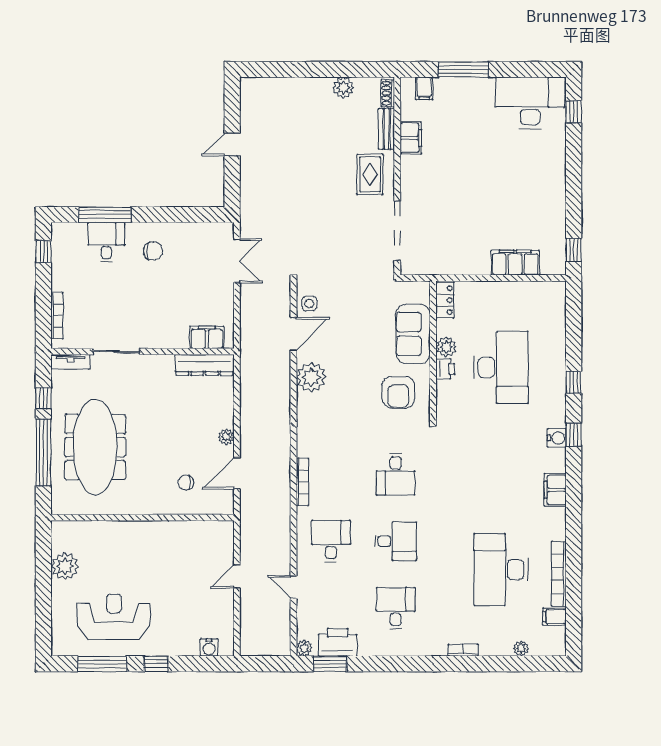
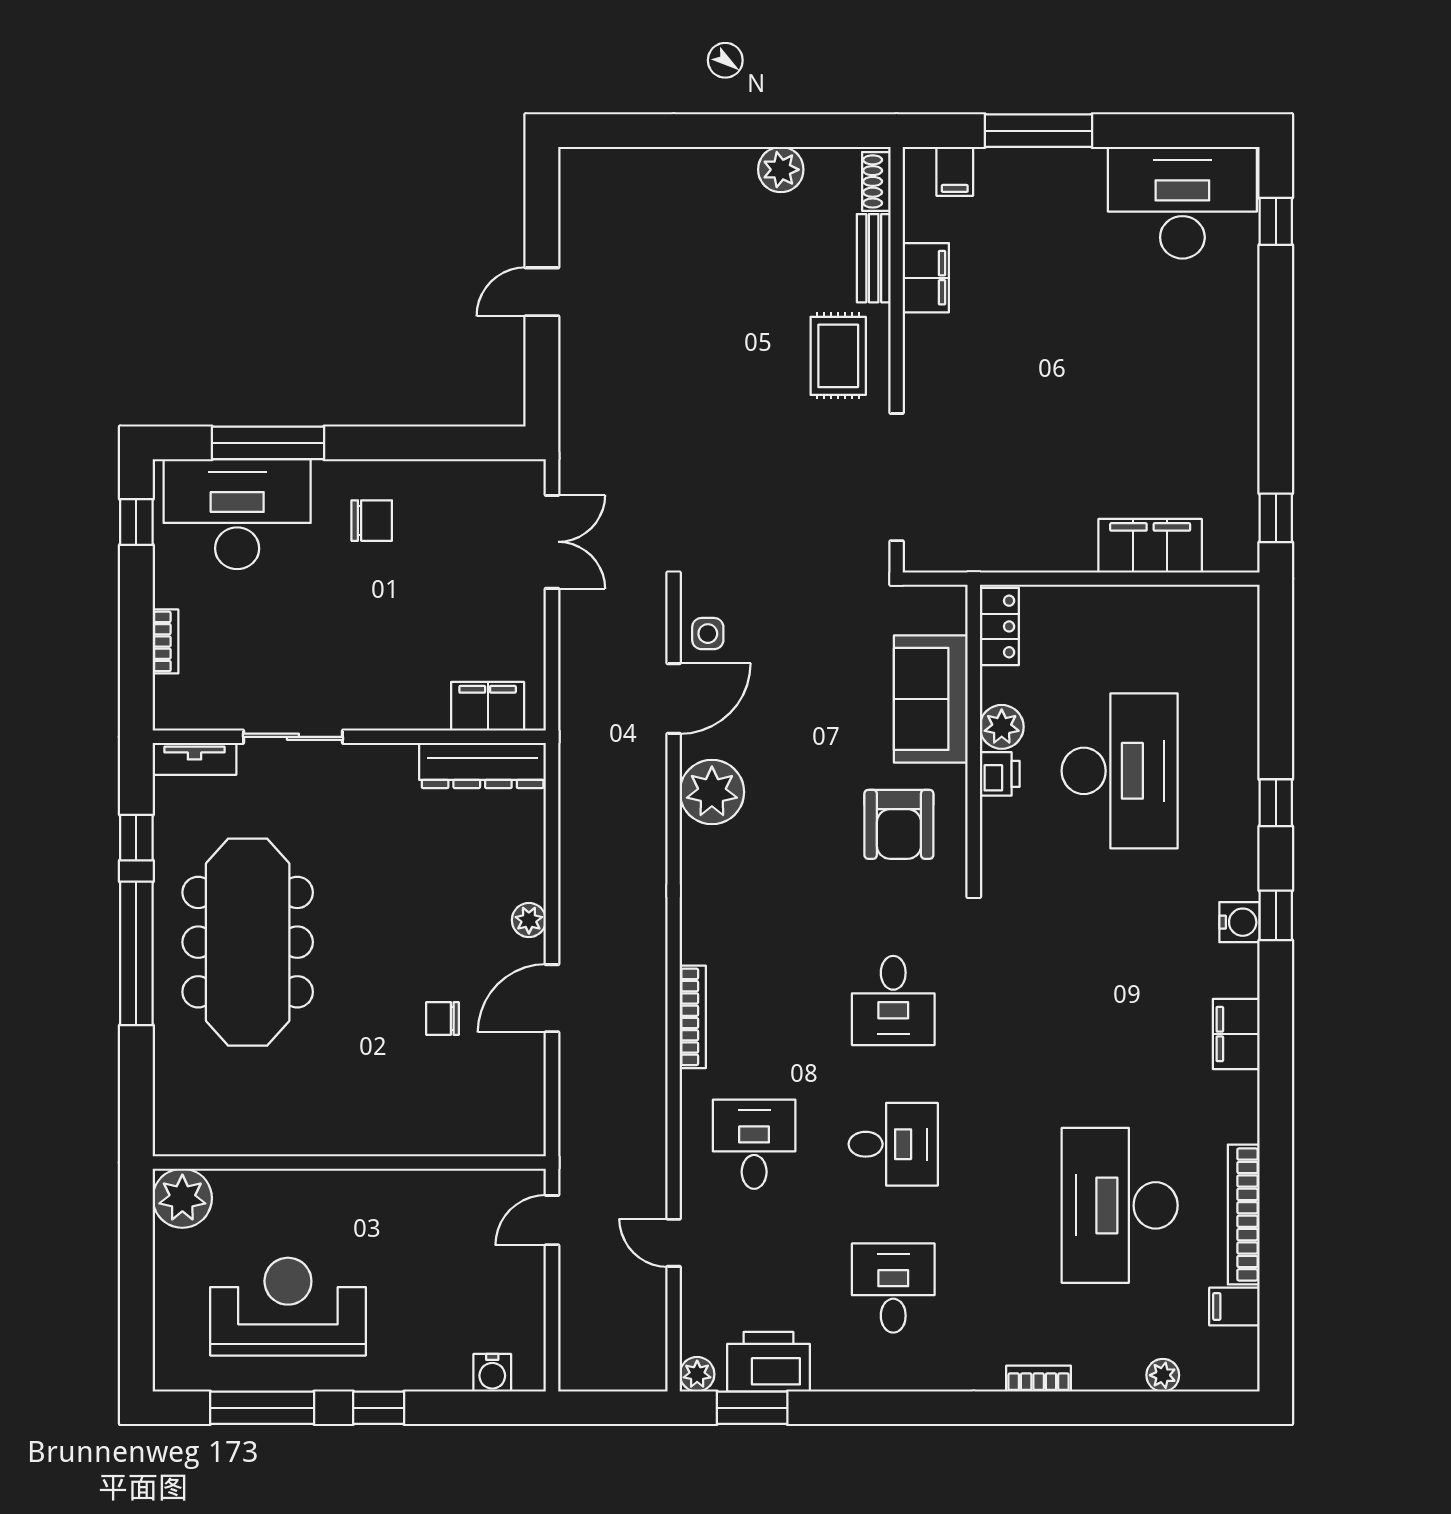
desk: (106, 242) -> (237, 514), width x1.87, depth x1.30
bookcase: (57, 316) -> (165, 641), width x0.64
wall: (143, 518) -> (349, 1162), moved

